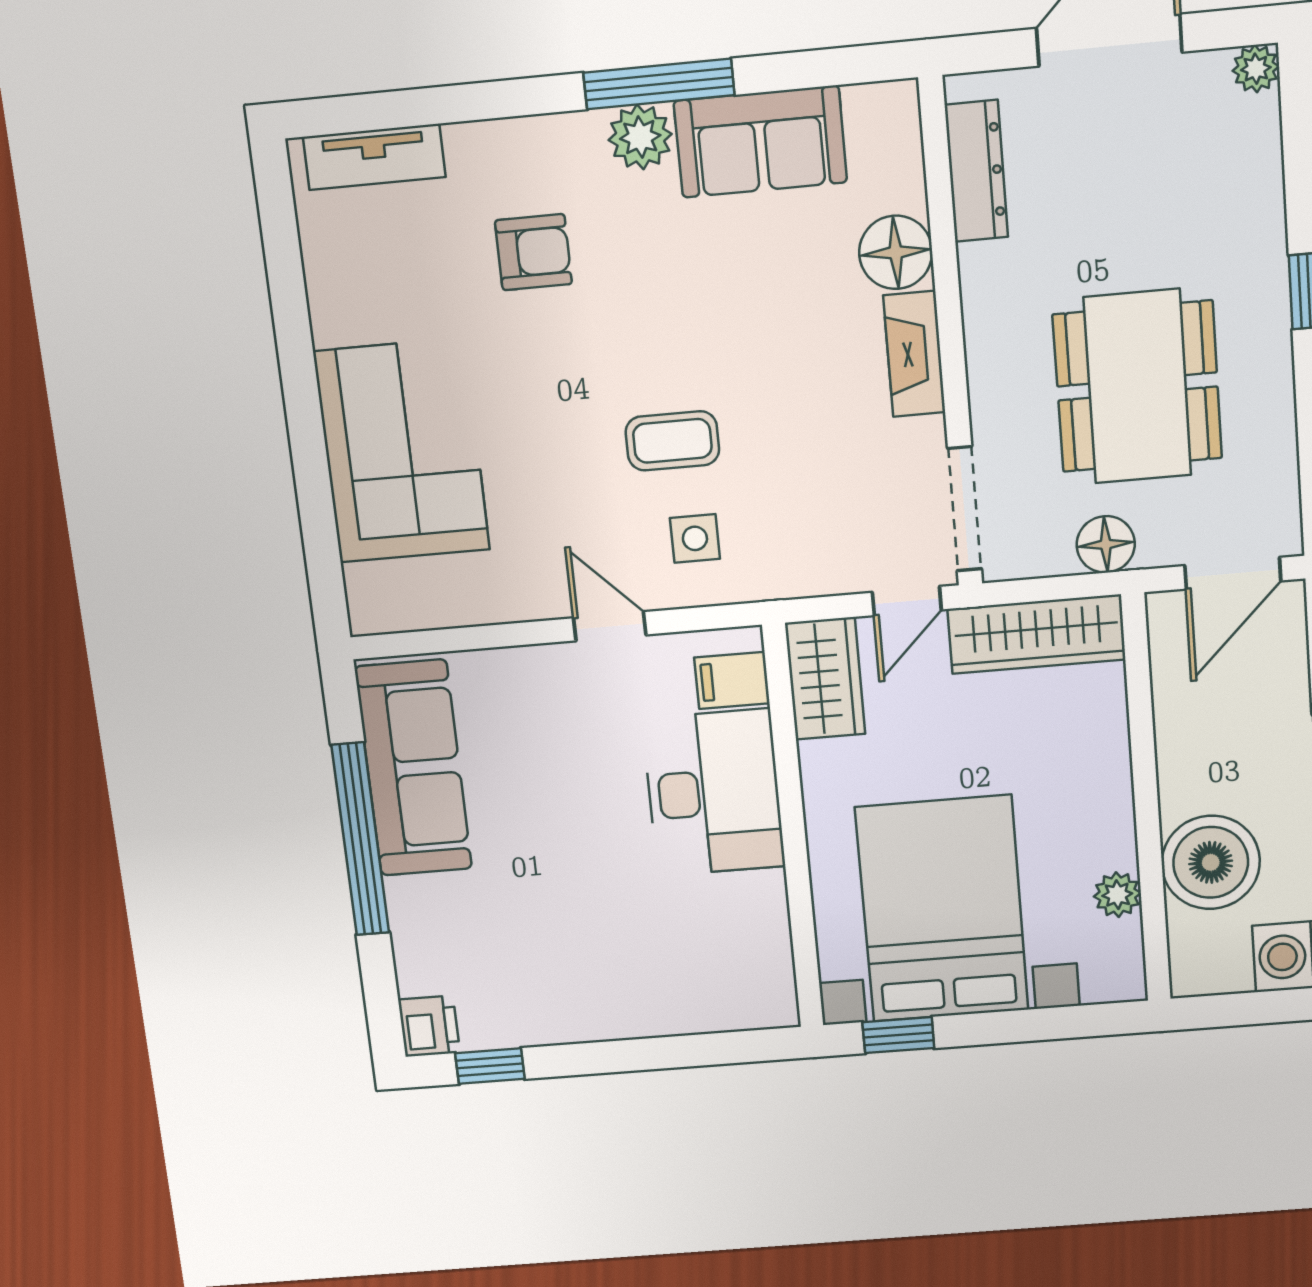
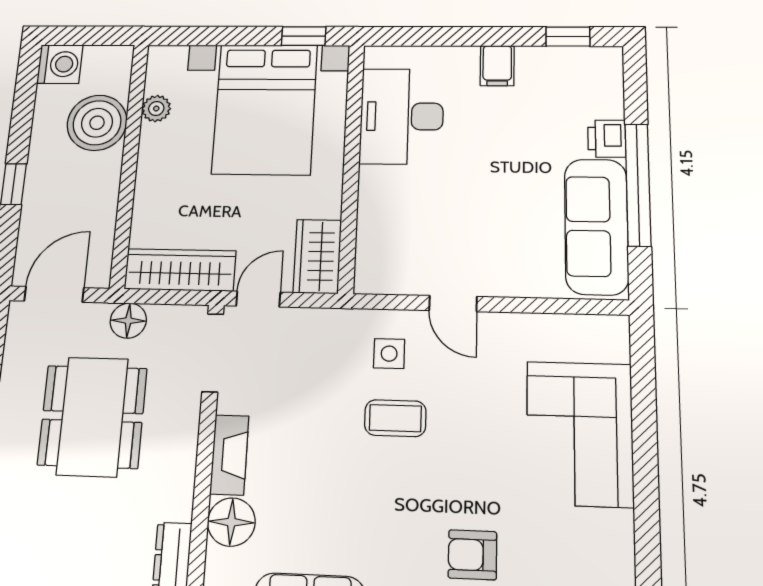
filing cabinet: (732, 680) -> (497, 66), moved, turned 90
desk: (714, 793) -> (402, 116), moved
printer: (429, 1026) -> (607, 139), moved

